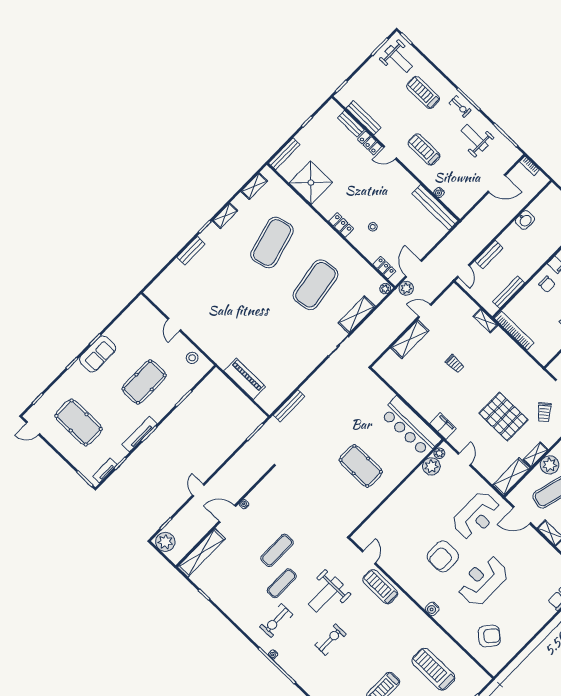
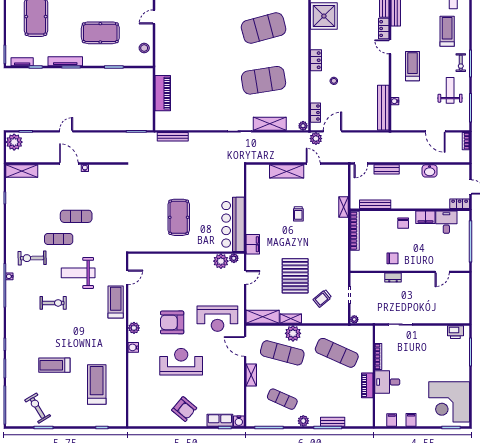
shelving: (201, 553) -> (22, 171), width x0.68
plant: (417, 593) -> (134, 328), added
armchair: (489, 636) -> (184, 409), moved

